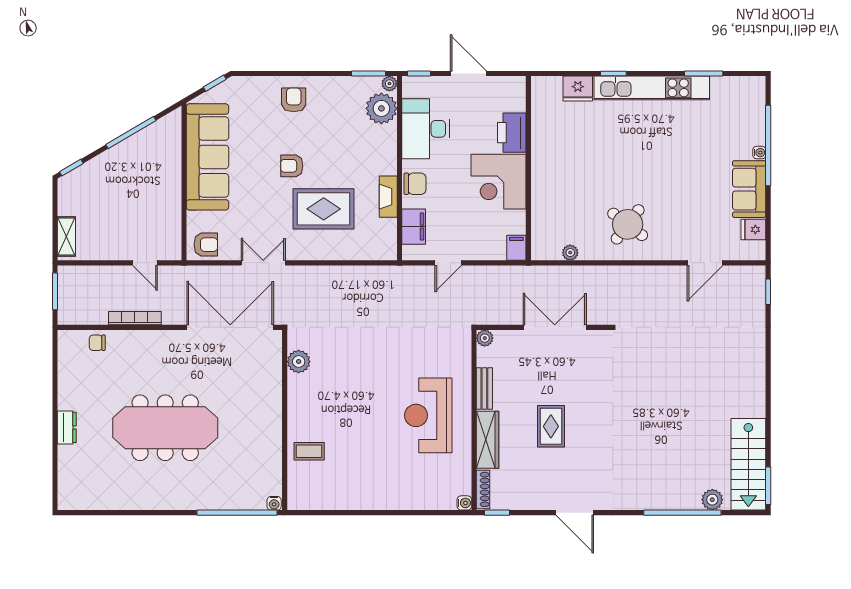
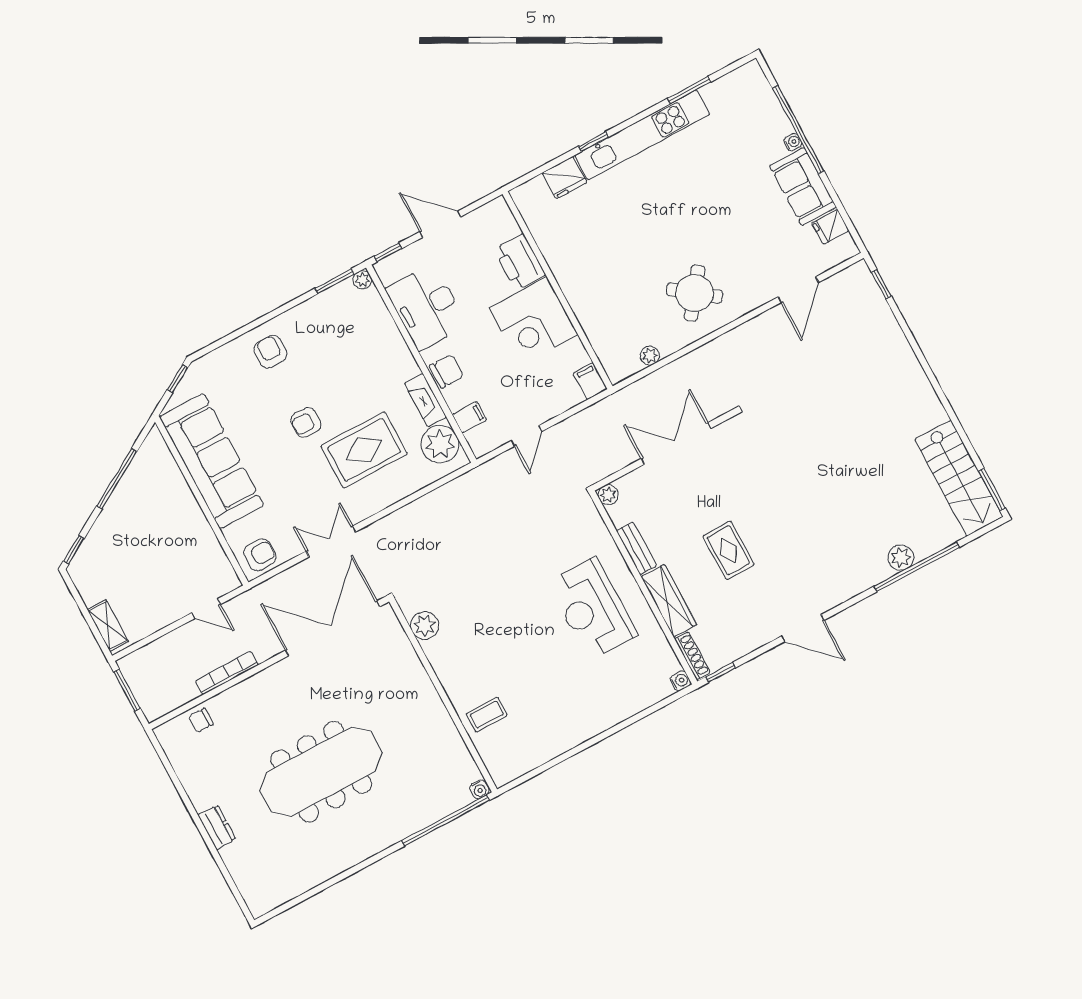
plant: (381, 108) -> (440, 444), moved
filing cabinet: (414, 227) -> (469, 417), width x0.50
plant: (712, 500) -> (901, 558), moved

